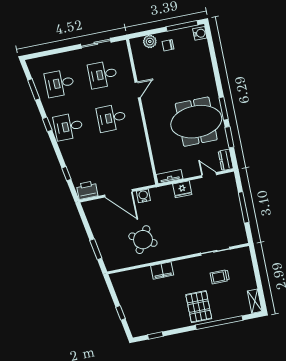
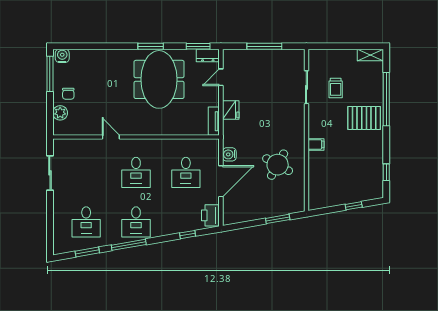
desk: (103, 75) -> (186, 172), moved
window: (47, 124) -> (129, 245), width x2.17
window: (229, 137) -> (198, 46), moved
filing cabinet: (162, 270) -> (316, 144), width x0.50

